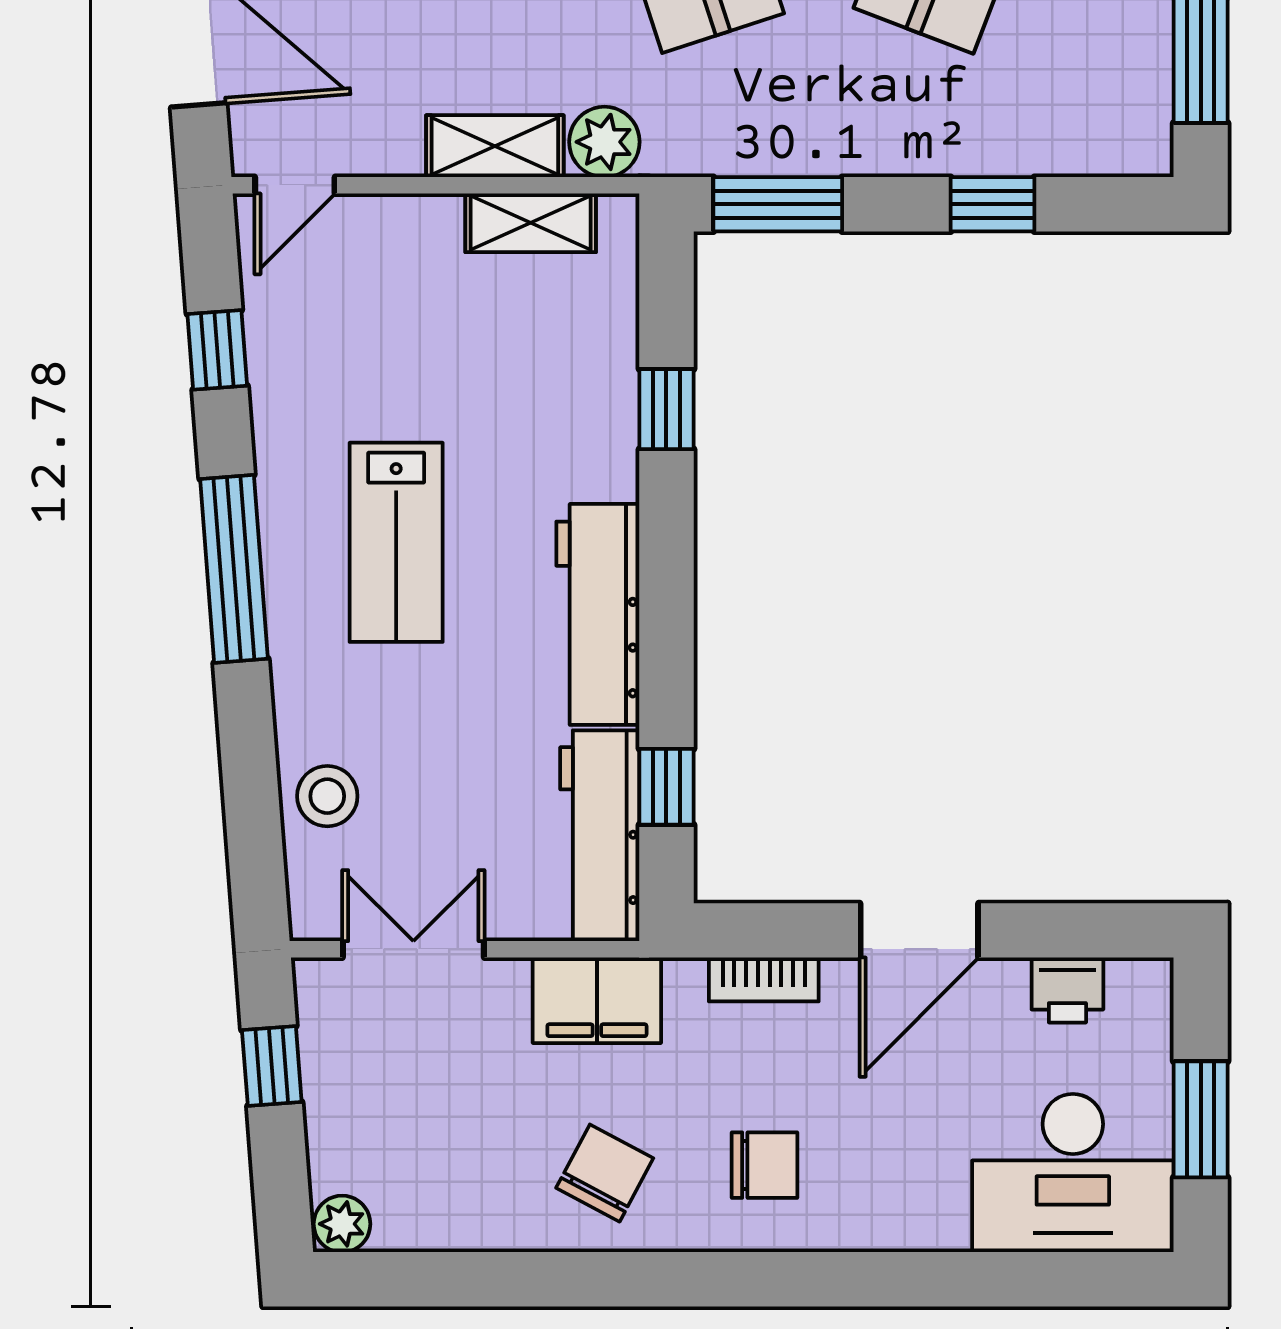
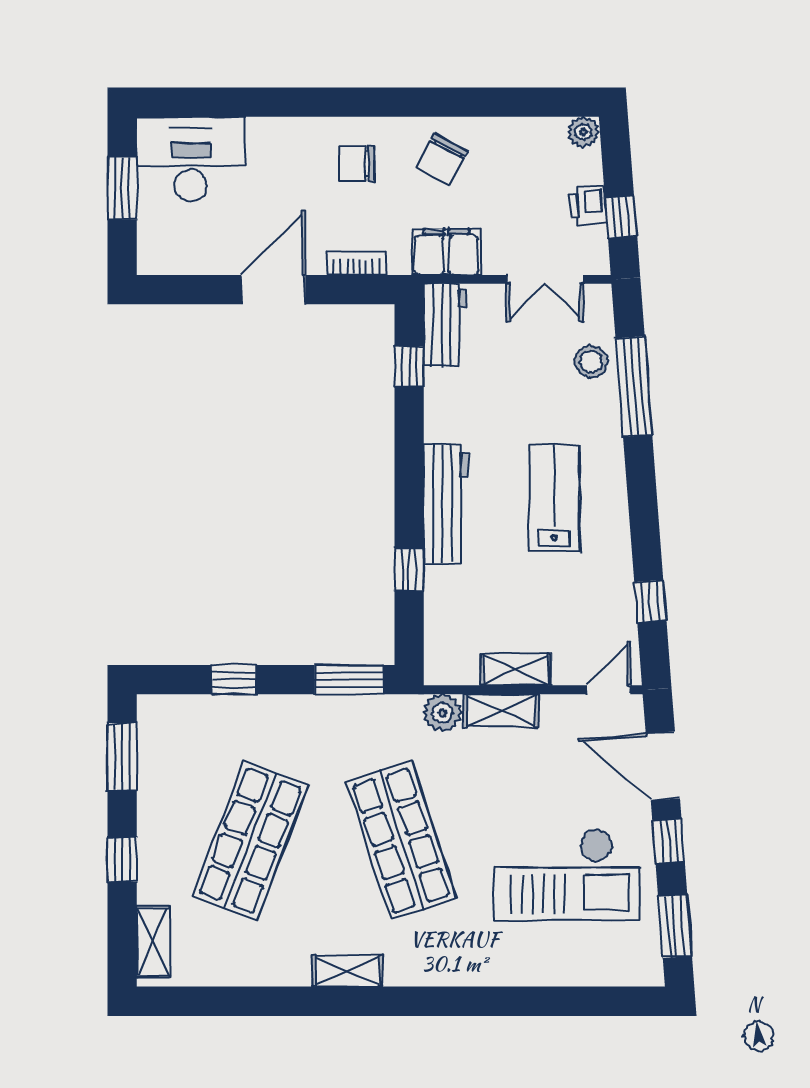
shelving: (531, 223) -> (516, 670), moved
window: (234, 569) -> (634, 387), moved
workbench: (598, 614) -> (446, 503), moved
workbench: (600, 836) -> (445, 325), width x0.73
printer: (1067, 990) -> (588, 205), moved, turned -94

